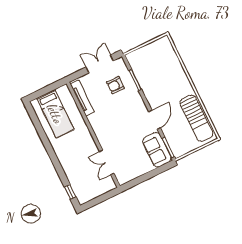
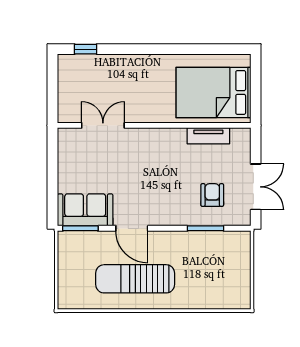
tv unit: (82, 98) -> (208, 136), width x0.71
bed: (55, 114) -> (213, 92), width x1.50
sun lounger: (196, 118) -> (135, 279), moved

